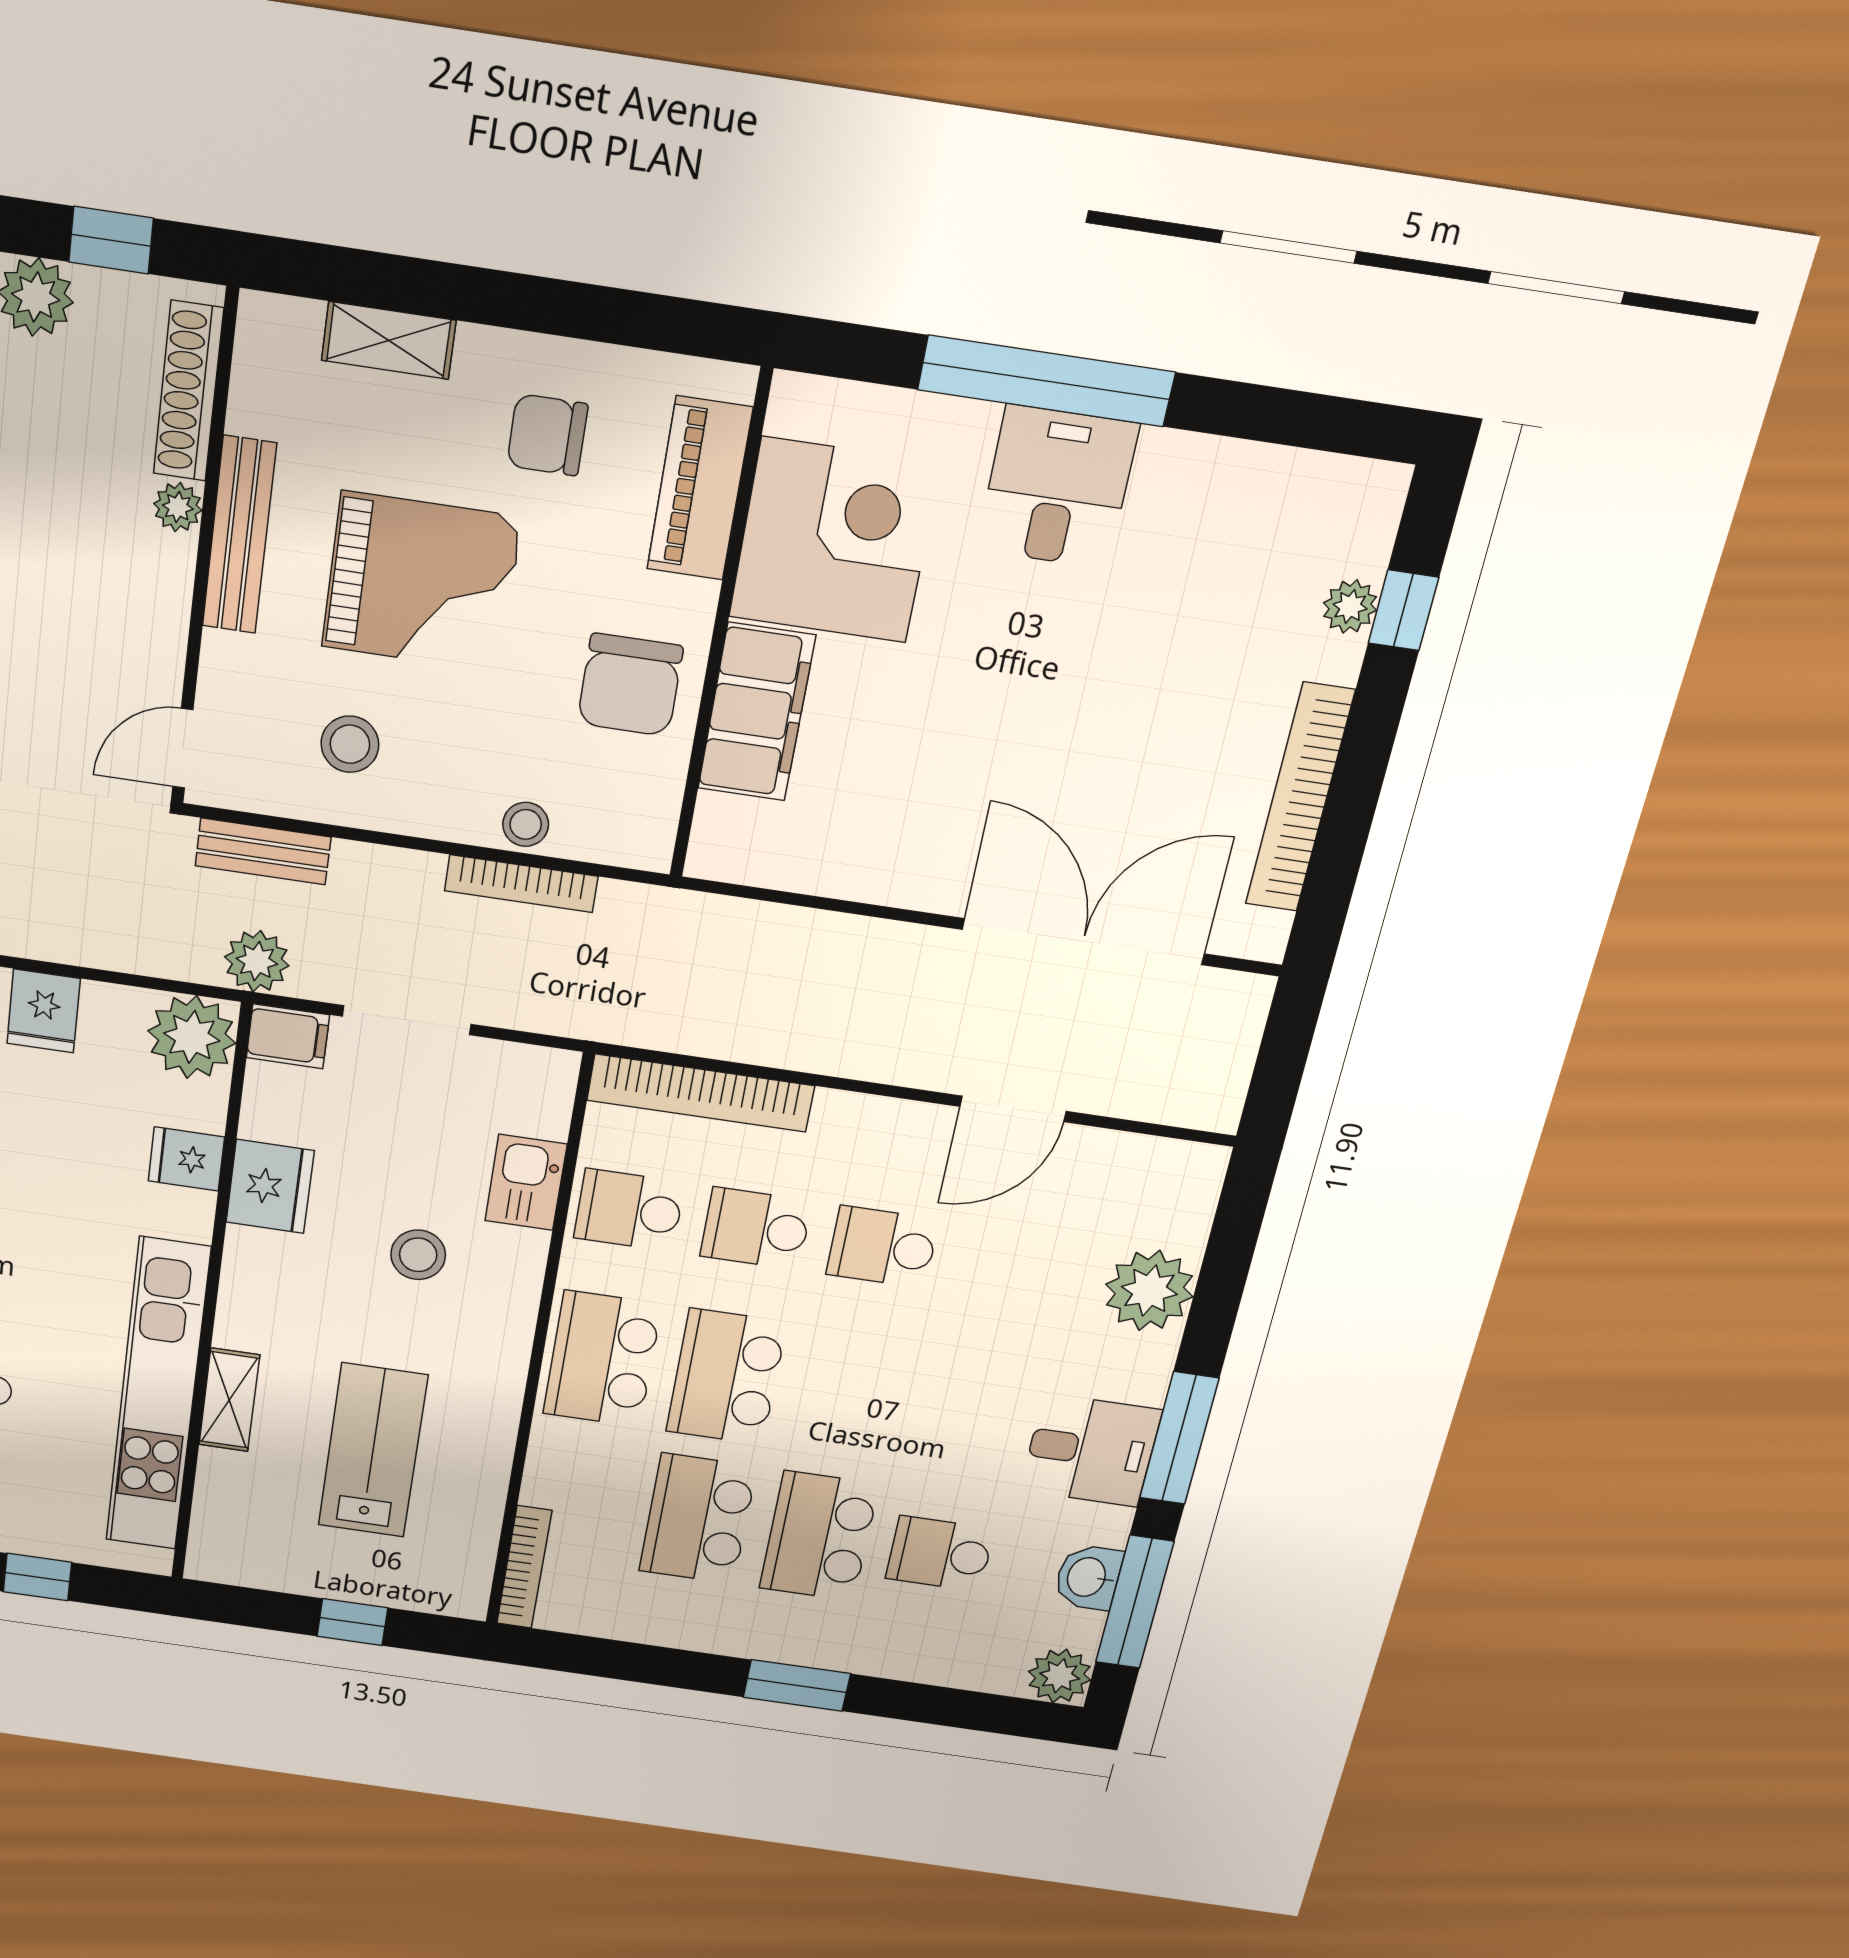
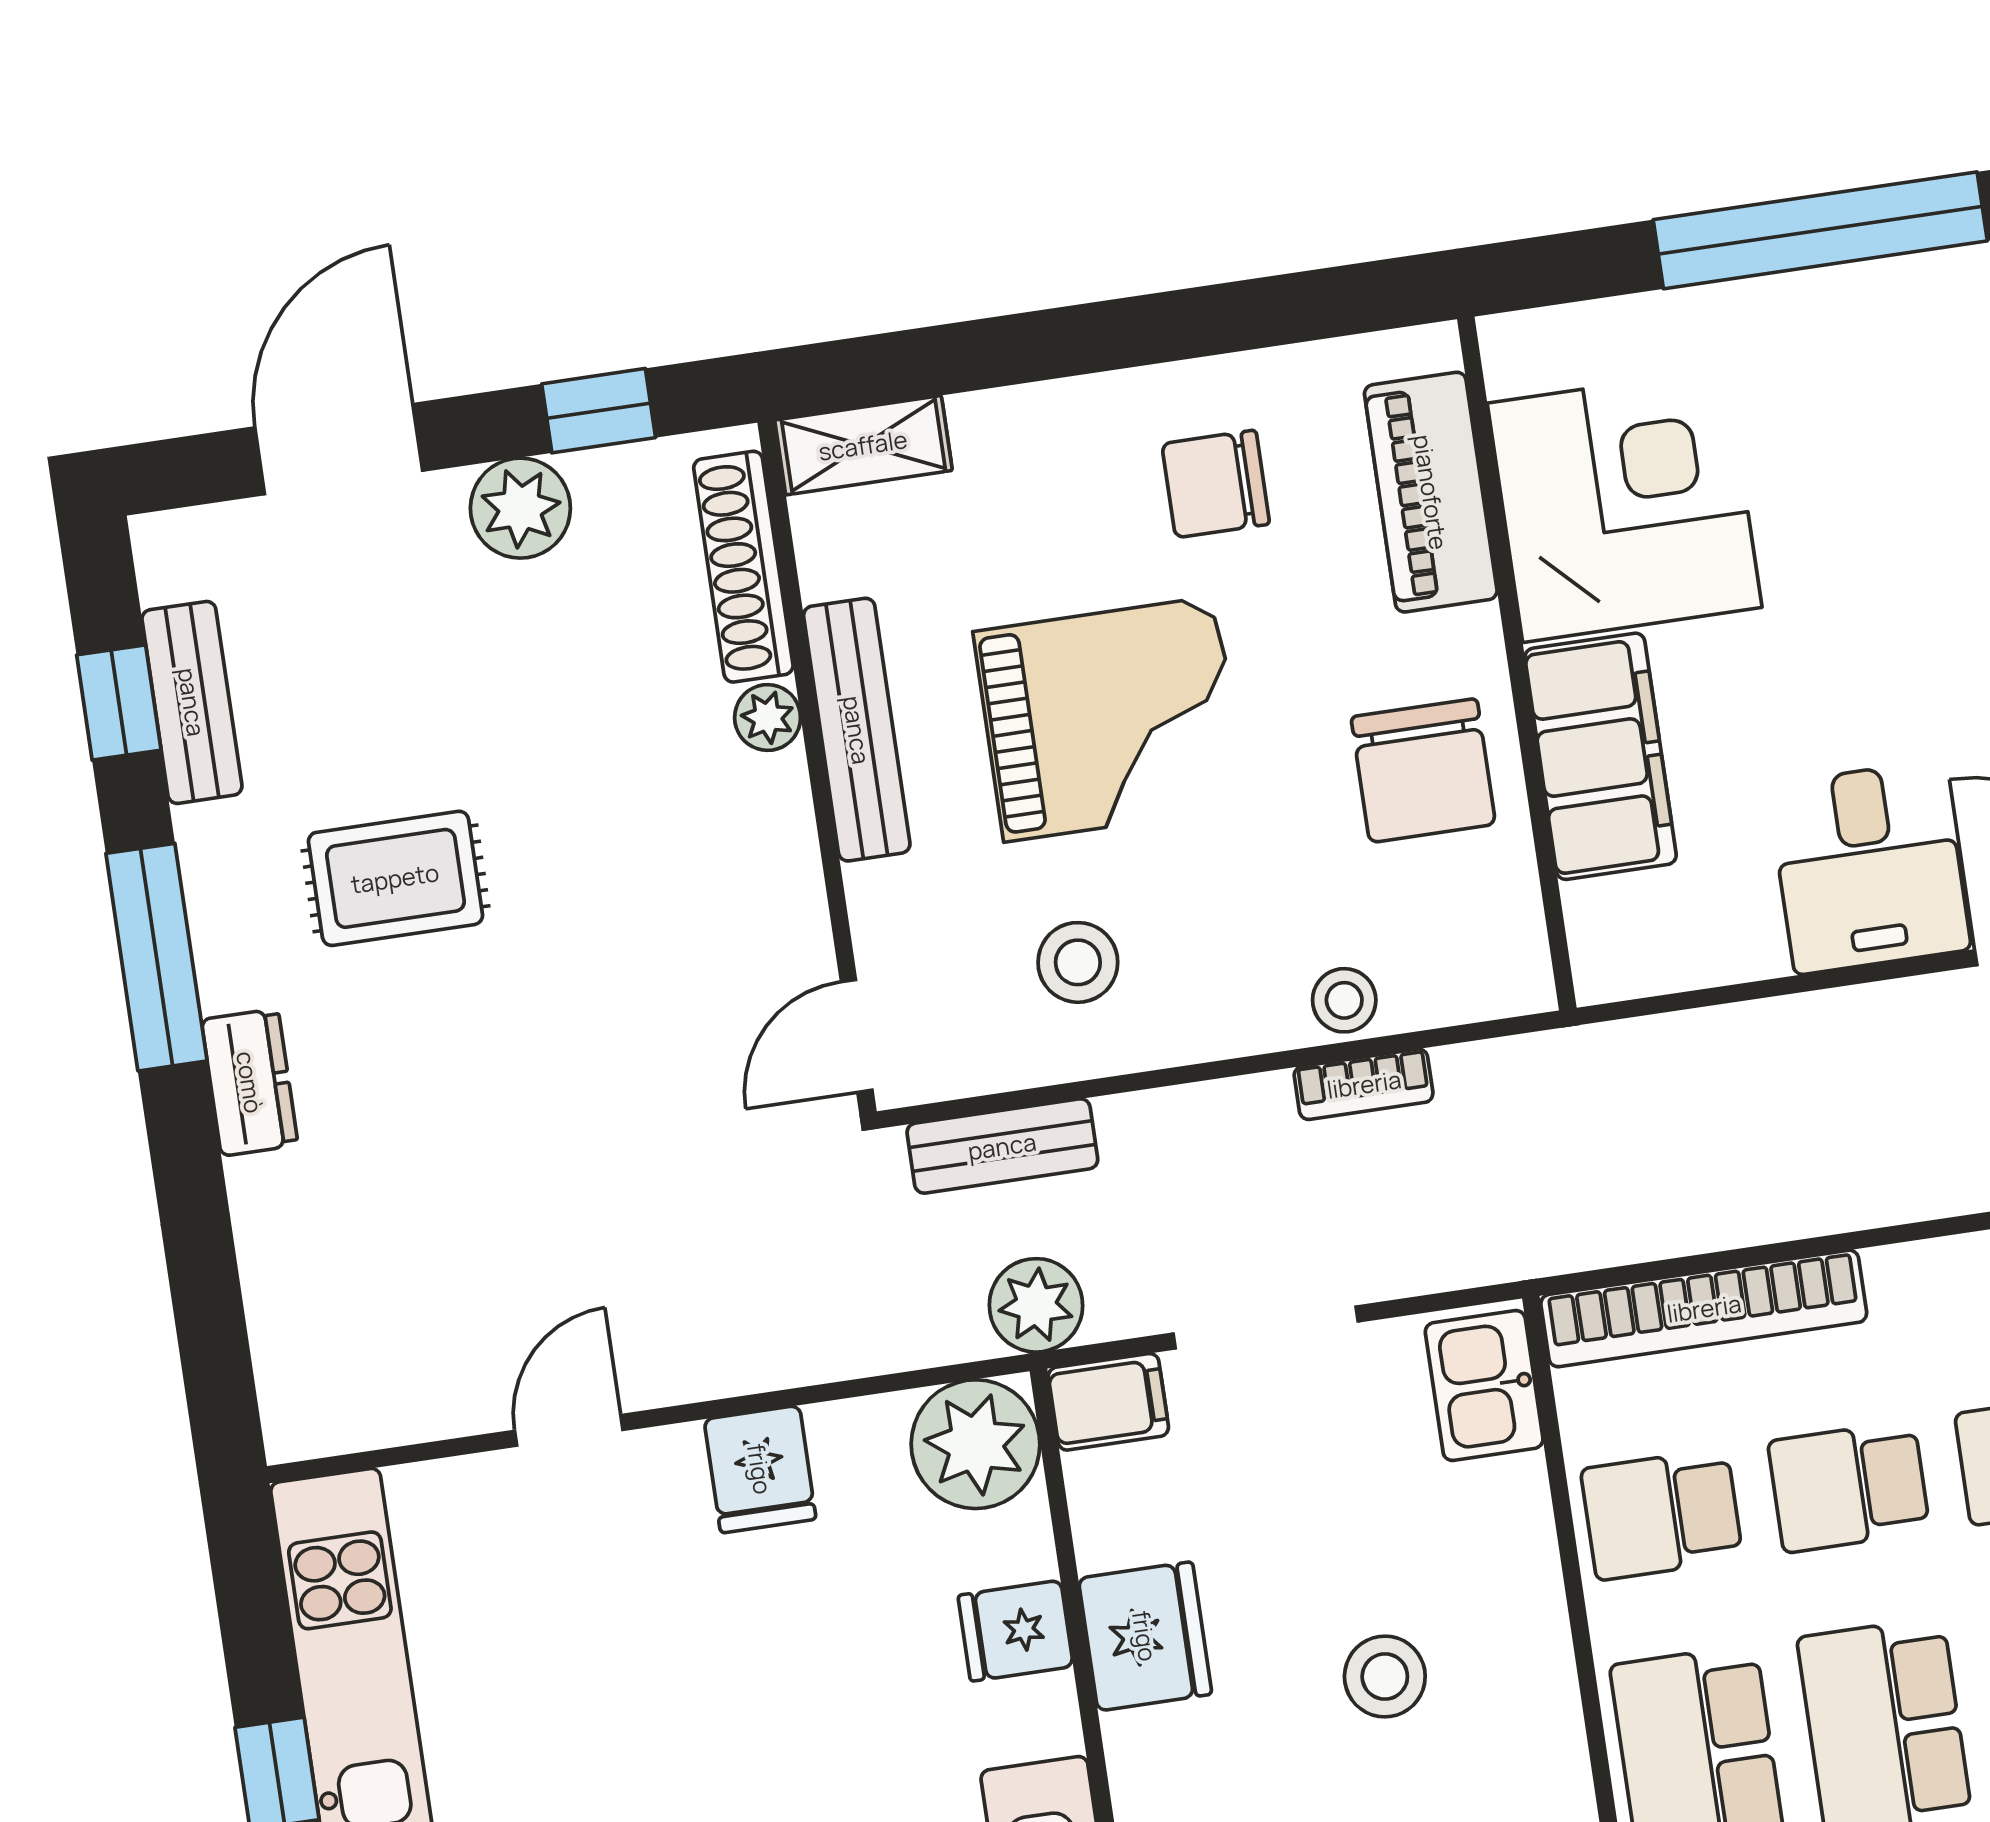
shelving: (389, 340) -> (863, 445), moved
desk: (1057, 487) -> (1869, 867), moved, turned 180
bookcase: (521, 884) -> (1364, 1084), width x0.64
kitchen sink: (526, 1182) -> (1484, 1386), moved

